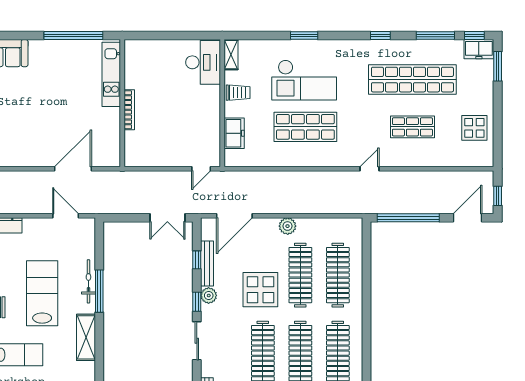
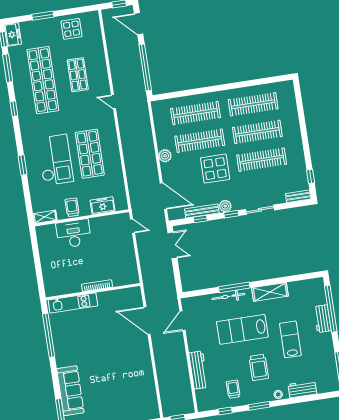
desk: (203, 62) -> (74, 234), moved
window: (498, 66) -> (43, 16), moved

